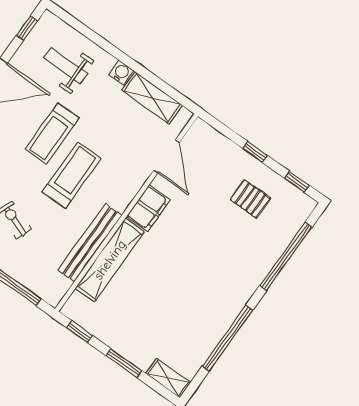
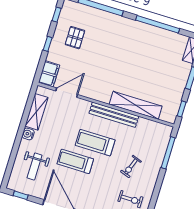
treadmill: (52, 133) -> (75, 161), turned 180
filing cabinet: (148, 208) -> (49, 74), moved, turned 90
bench: (90, 243) -> (114, 115), moved

